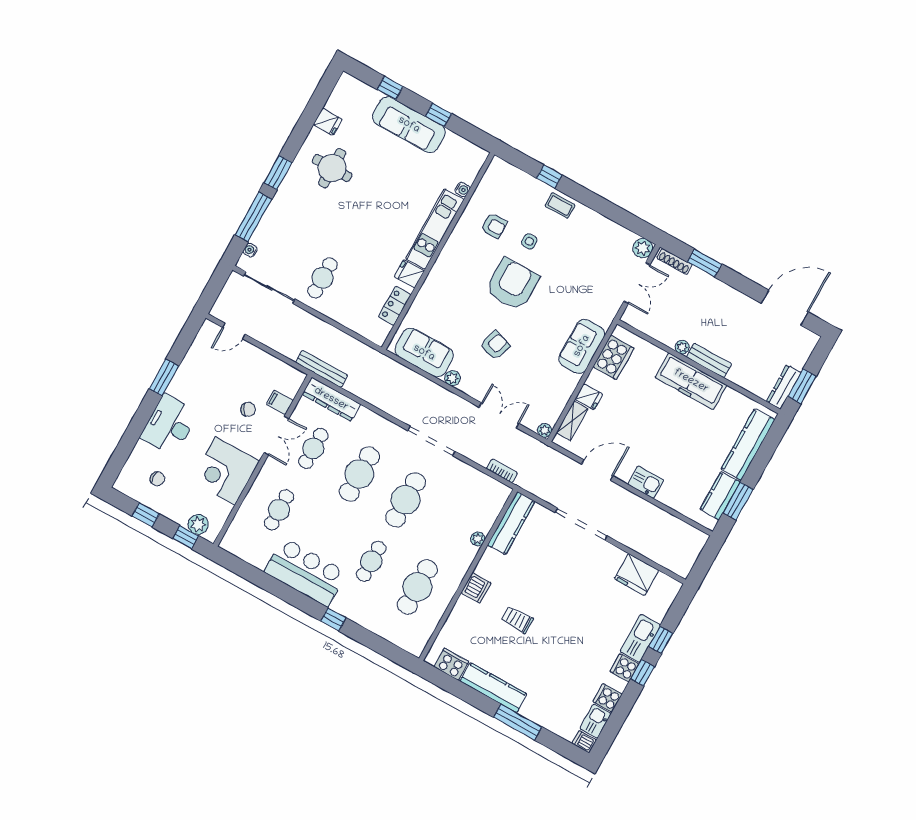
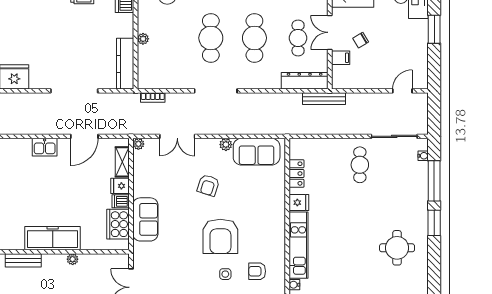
fridge: (328, 122) -> (419, 279), removed
bench: (709, 360) -> (23, 260), moved
dishwasher: (597, 380) -> (121, 201), added

